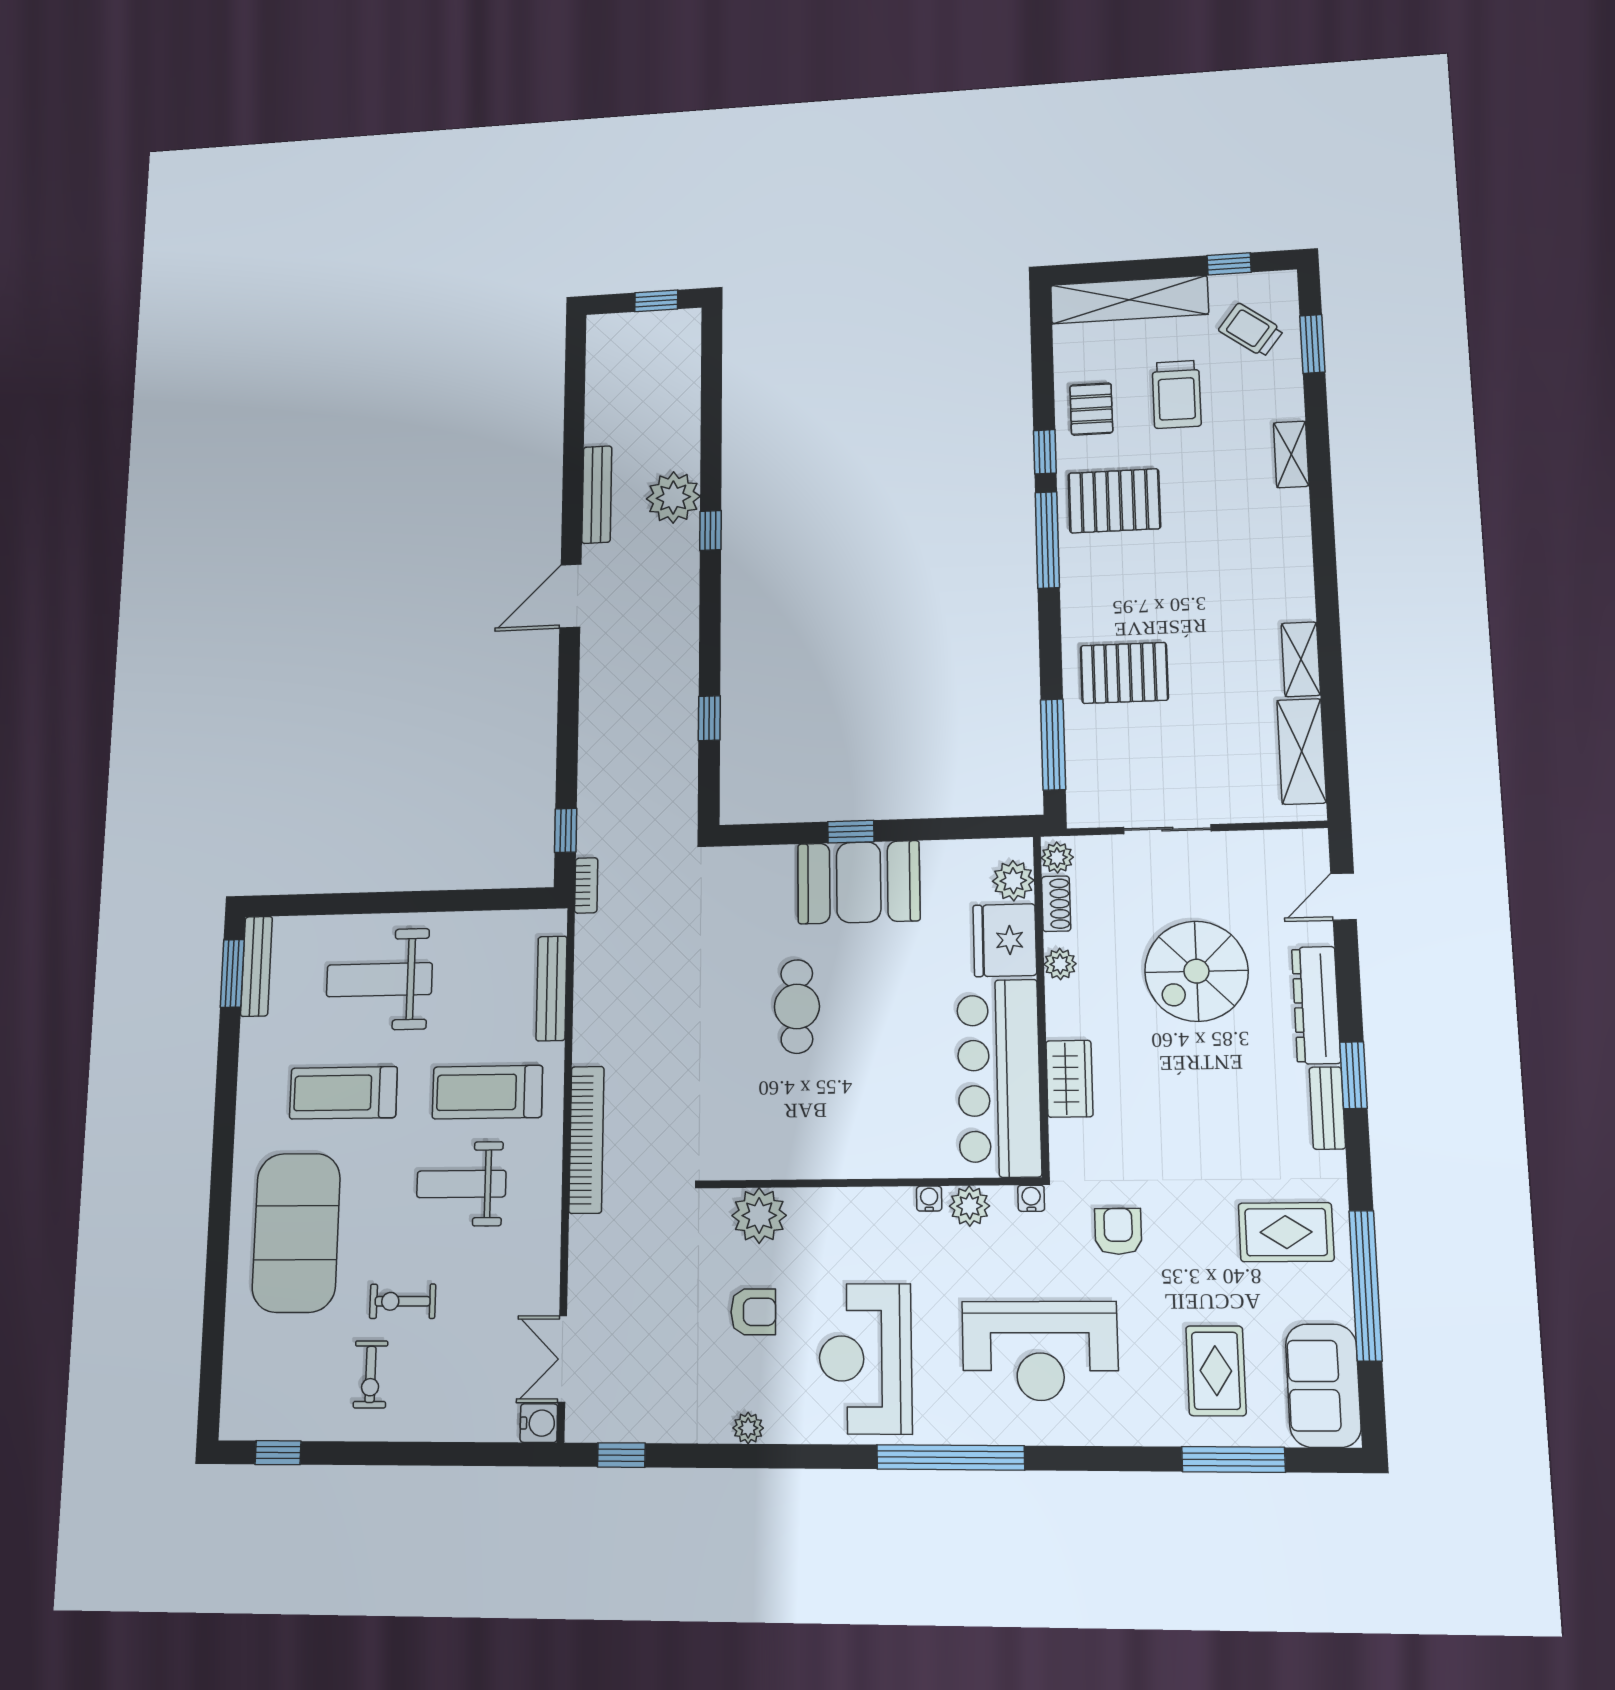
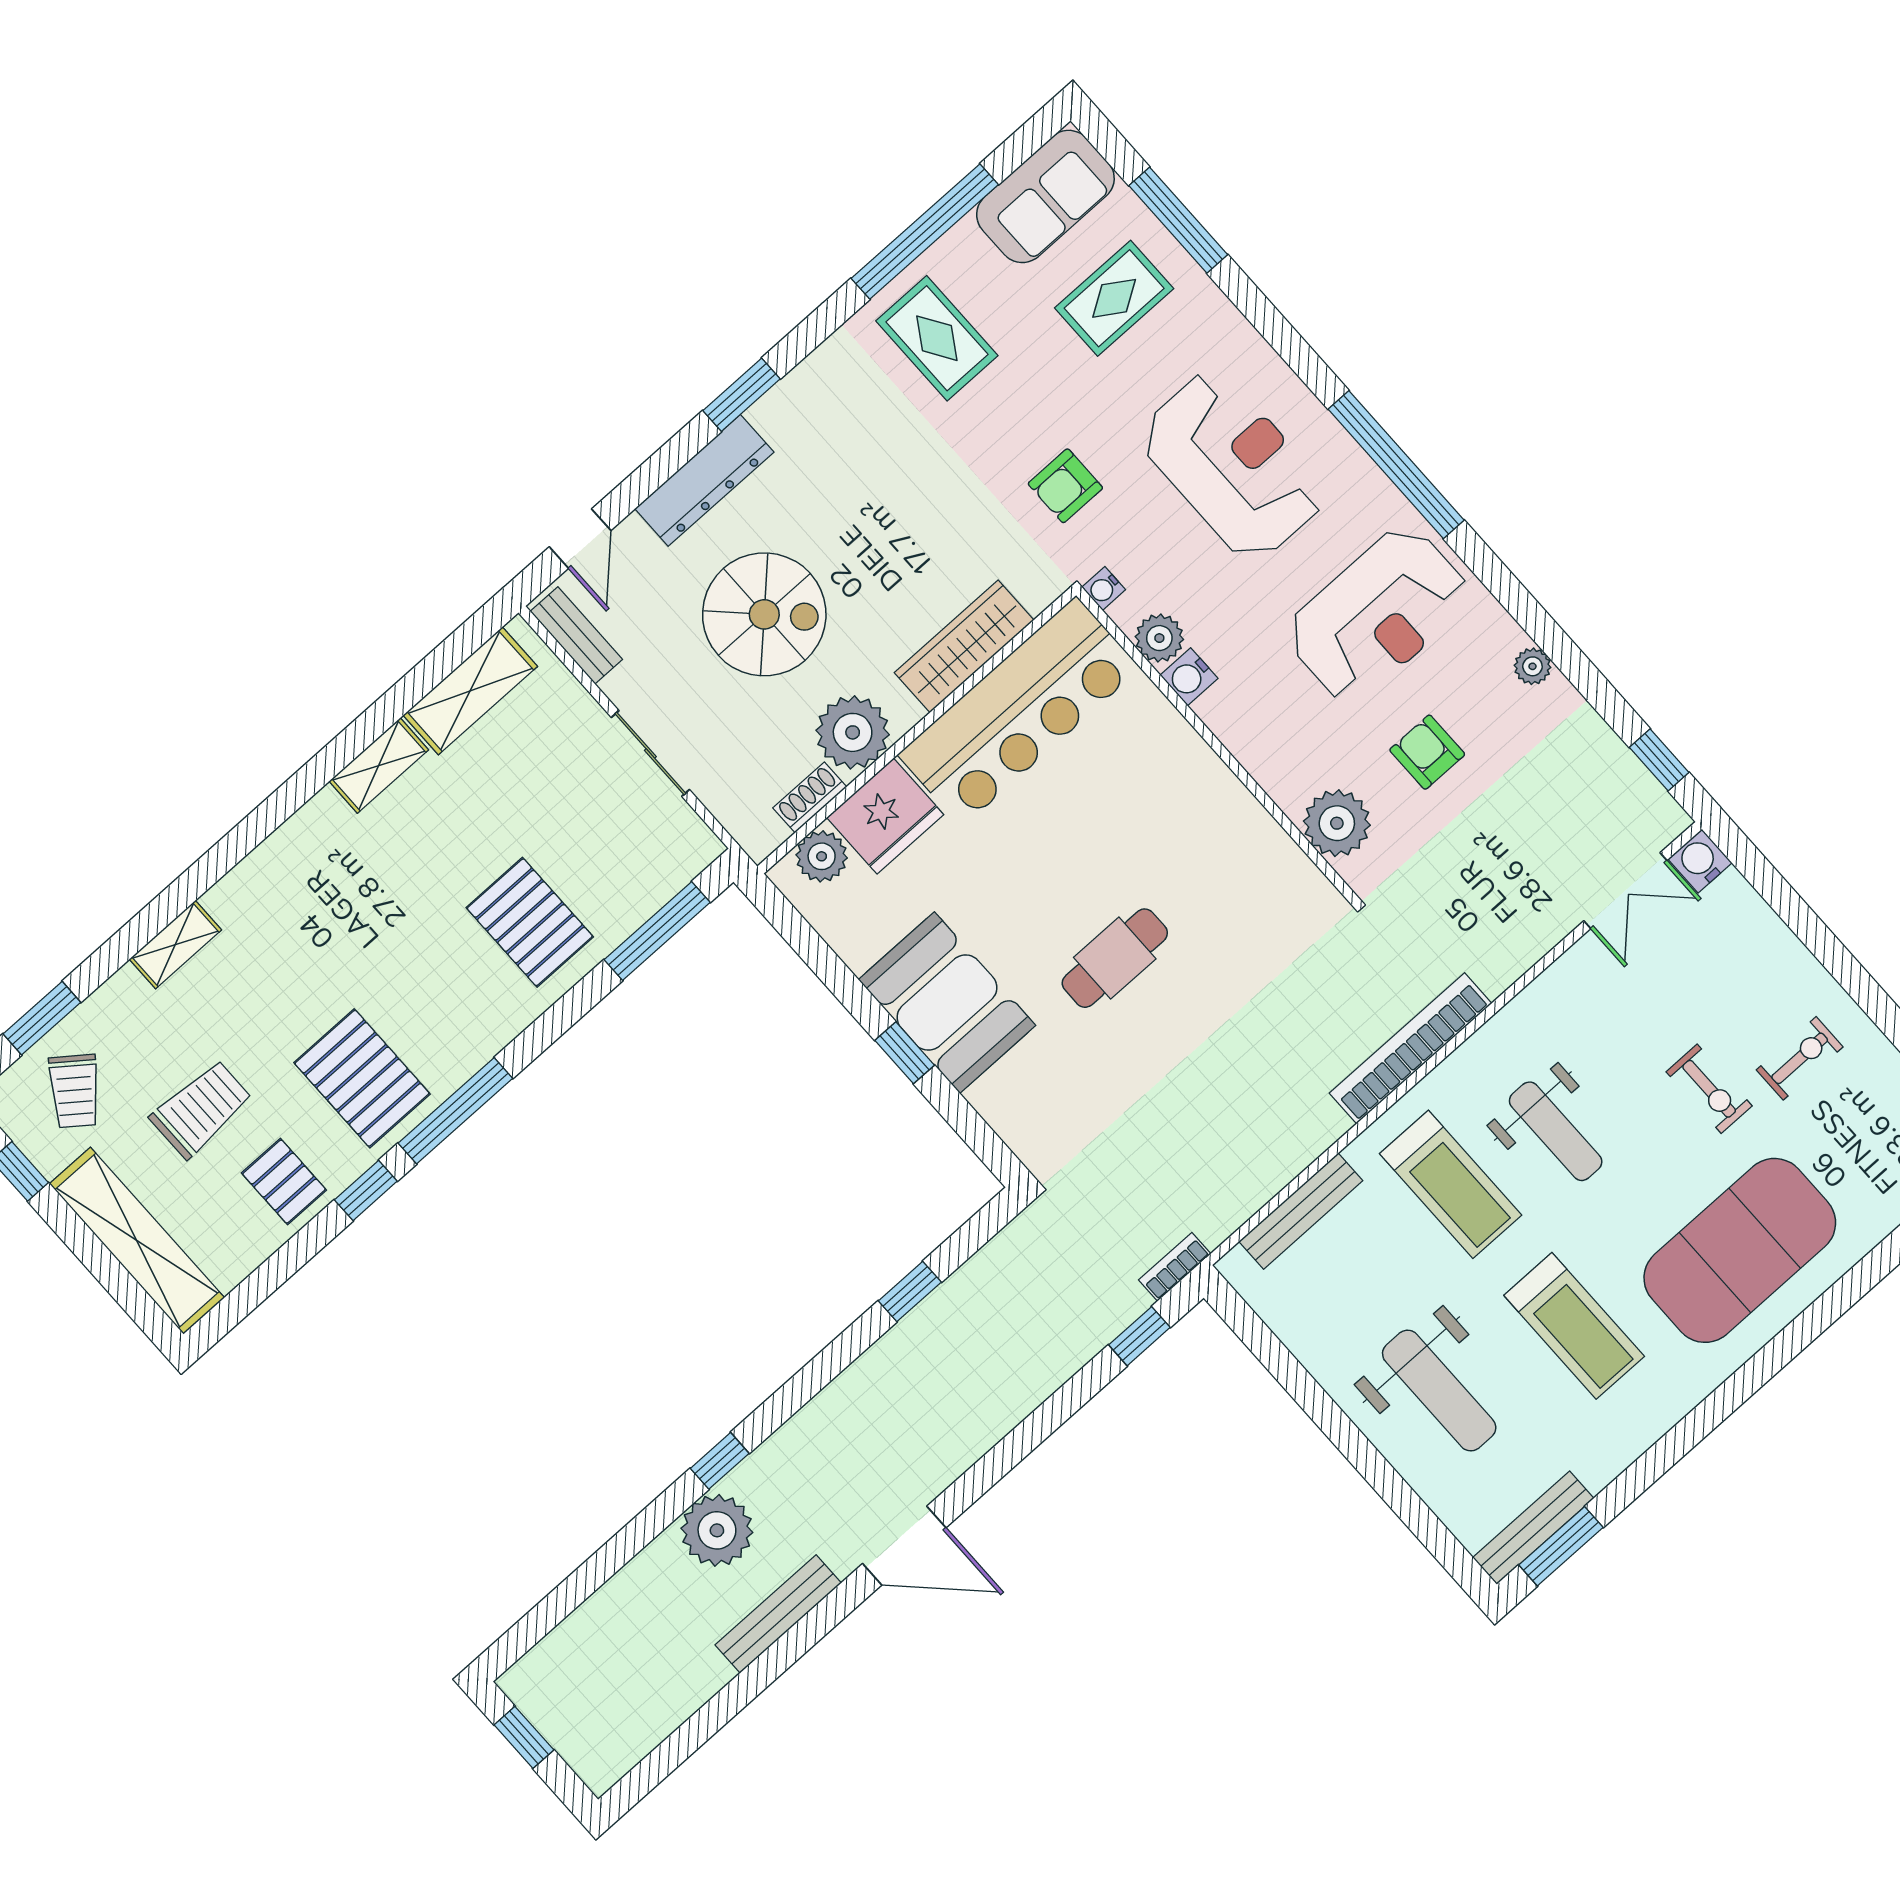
pallet: (1091, 409) -> (284, 1182), turned 90
plant: (1057, 858) -> (764, 834), removed
door: (1343, 897) -> (580, 539), hinge flipped
plant: (1060, 964) -> (853, 732), width x1.87, depth x1.87
wardrobe: (1069, 1079) -> (964, 646), width x1.50
bench: (1327, 1108) -> (576, 635), moved, turned 90
water cooler: (929, 1199) -> (1189, 677), width x1.38, depth x1.38

